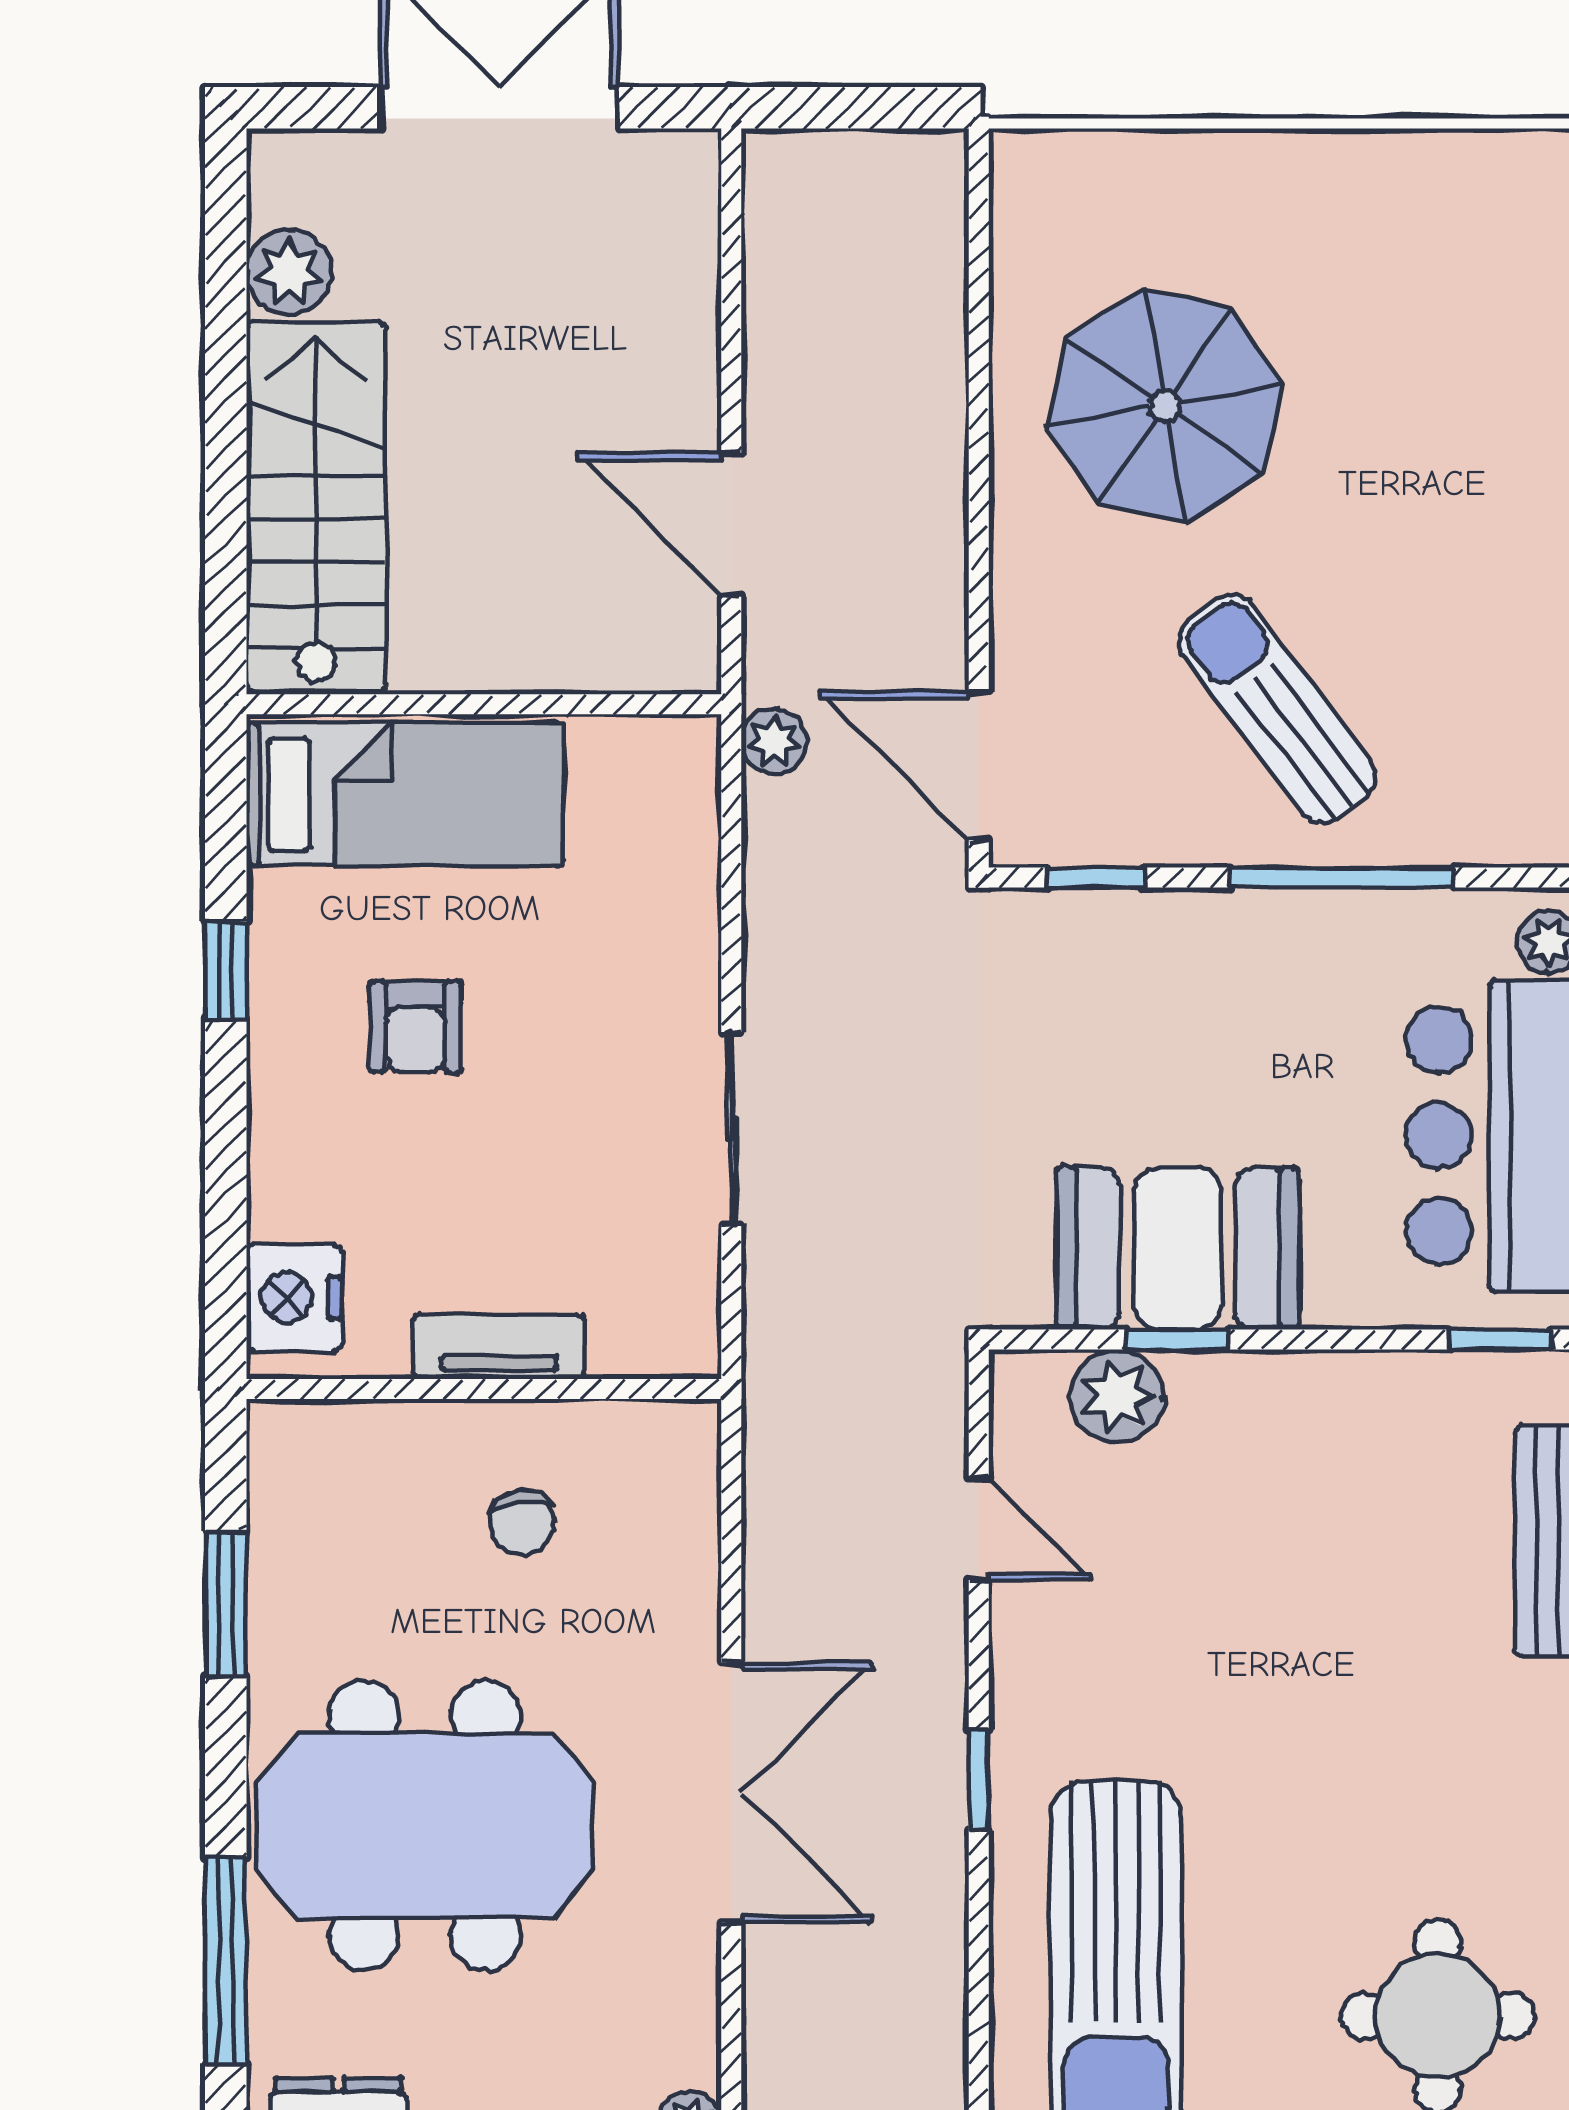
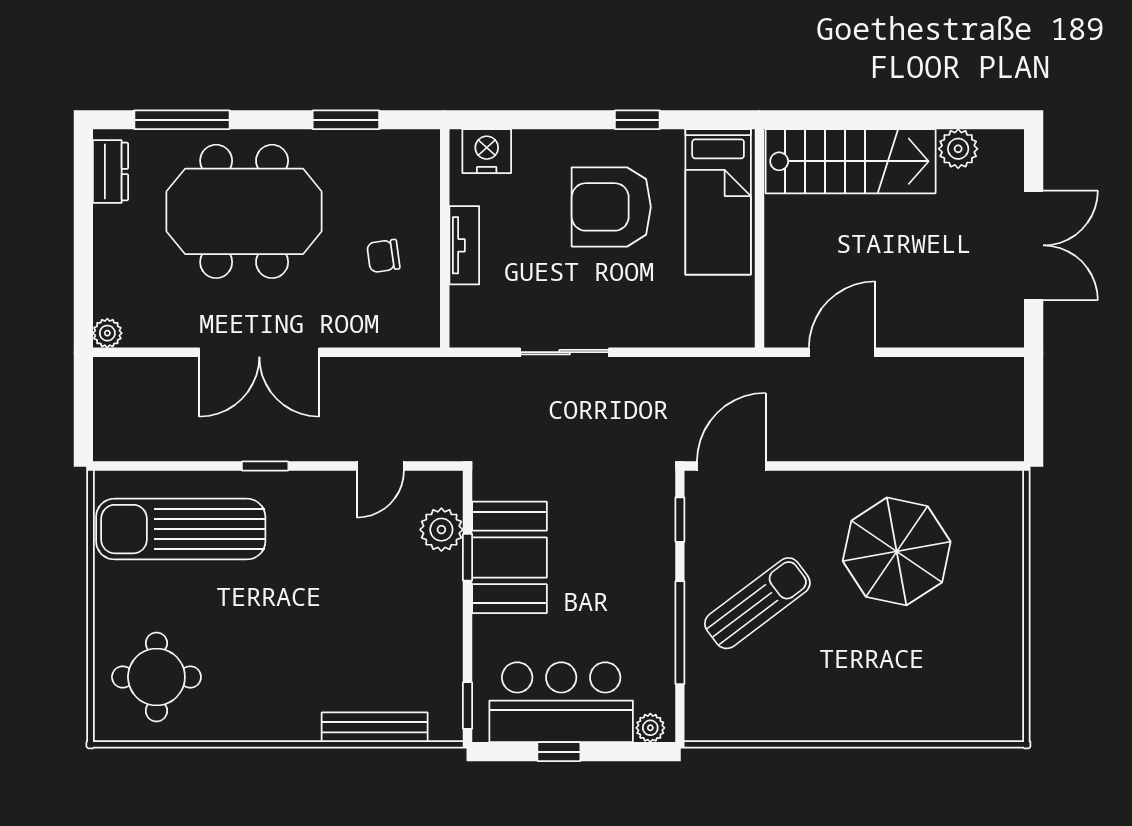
plant: (774, 741) -> (743, 372), removed
armchair: (415, 1027) -> (611, 207), width x1.88, depth x1.88
meeting table: (425, 1825) -> (244, 211), turned 90

